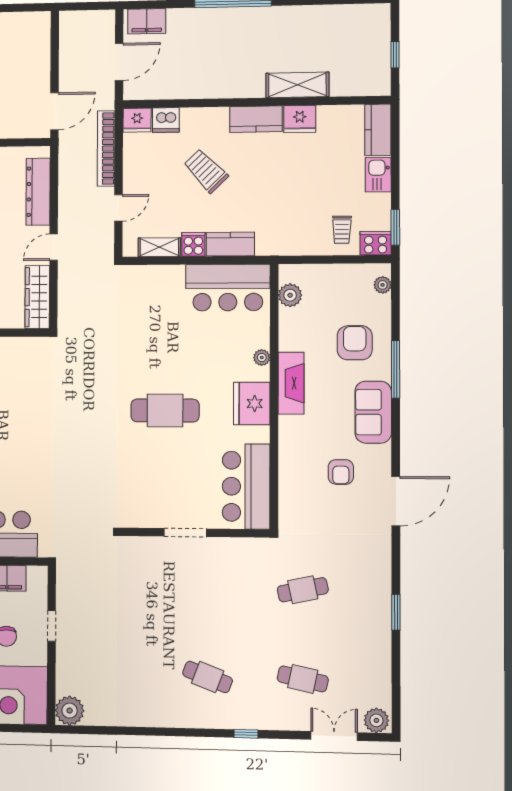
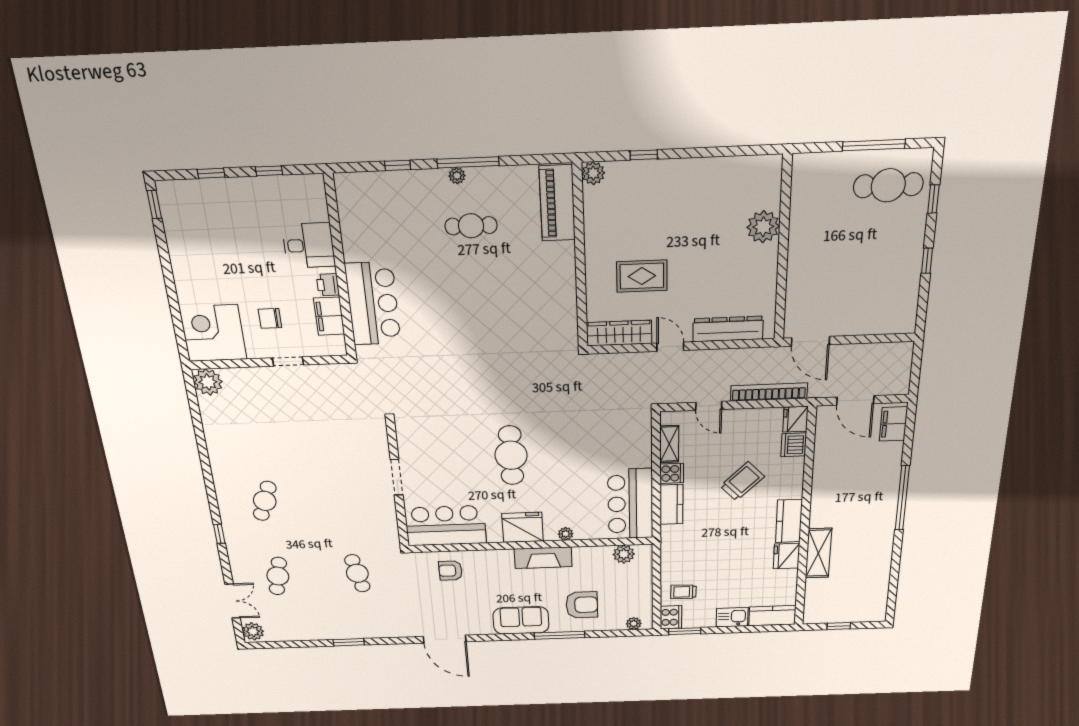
armchair: (341, 472) -> (451, 571), moved

